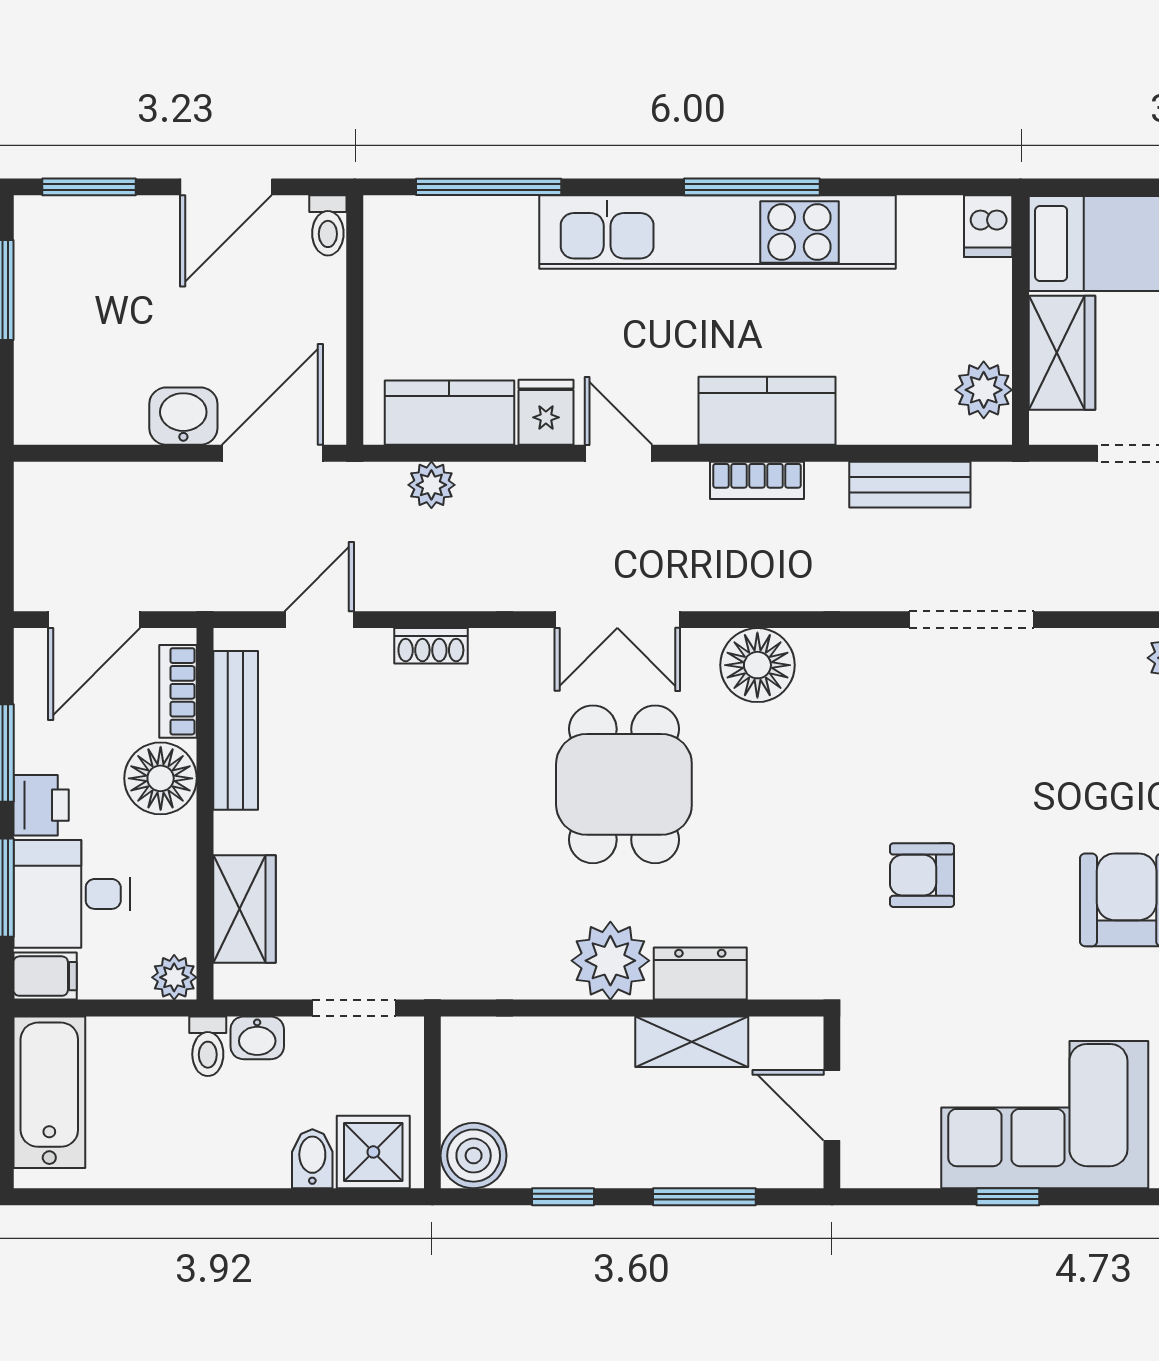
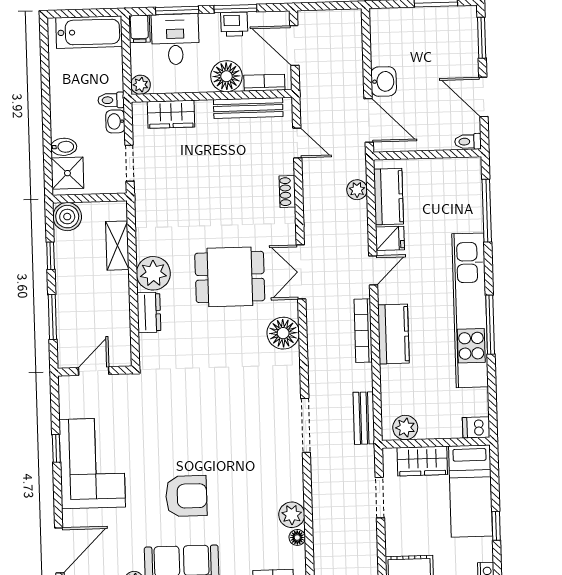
bookcase: (757, 480) -> (363, 331), width x1.56
bench: (910, 485) -> (364, 418), moved
printer: (41, 805) -> (234, 24), moved
armchair: (922, 875) -> (194, 407), removed
shelving: (692, 1042) -> (117, 246), moved

